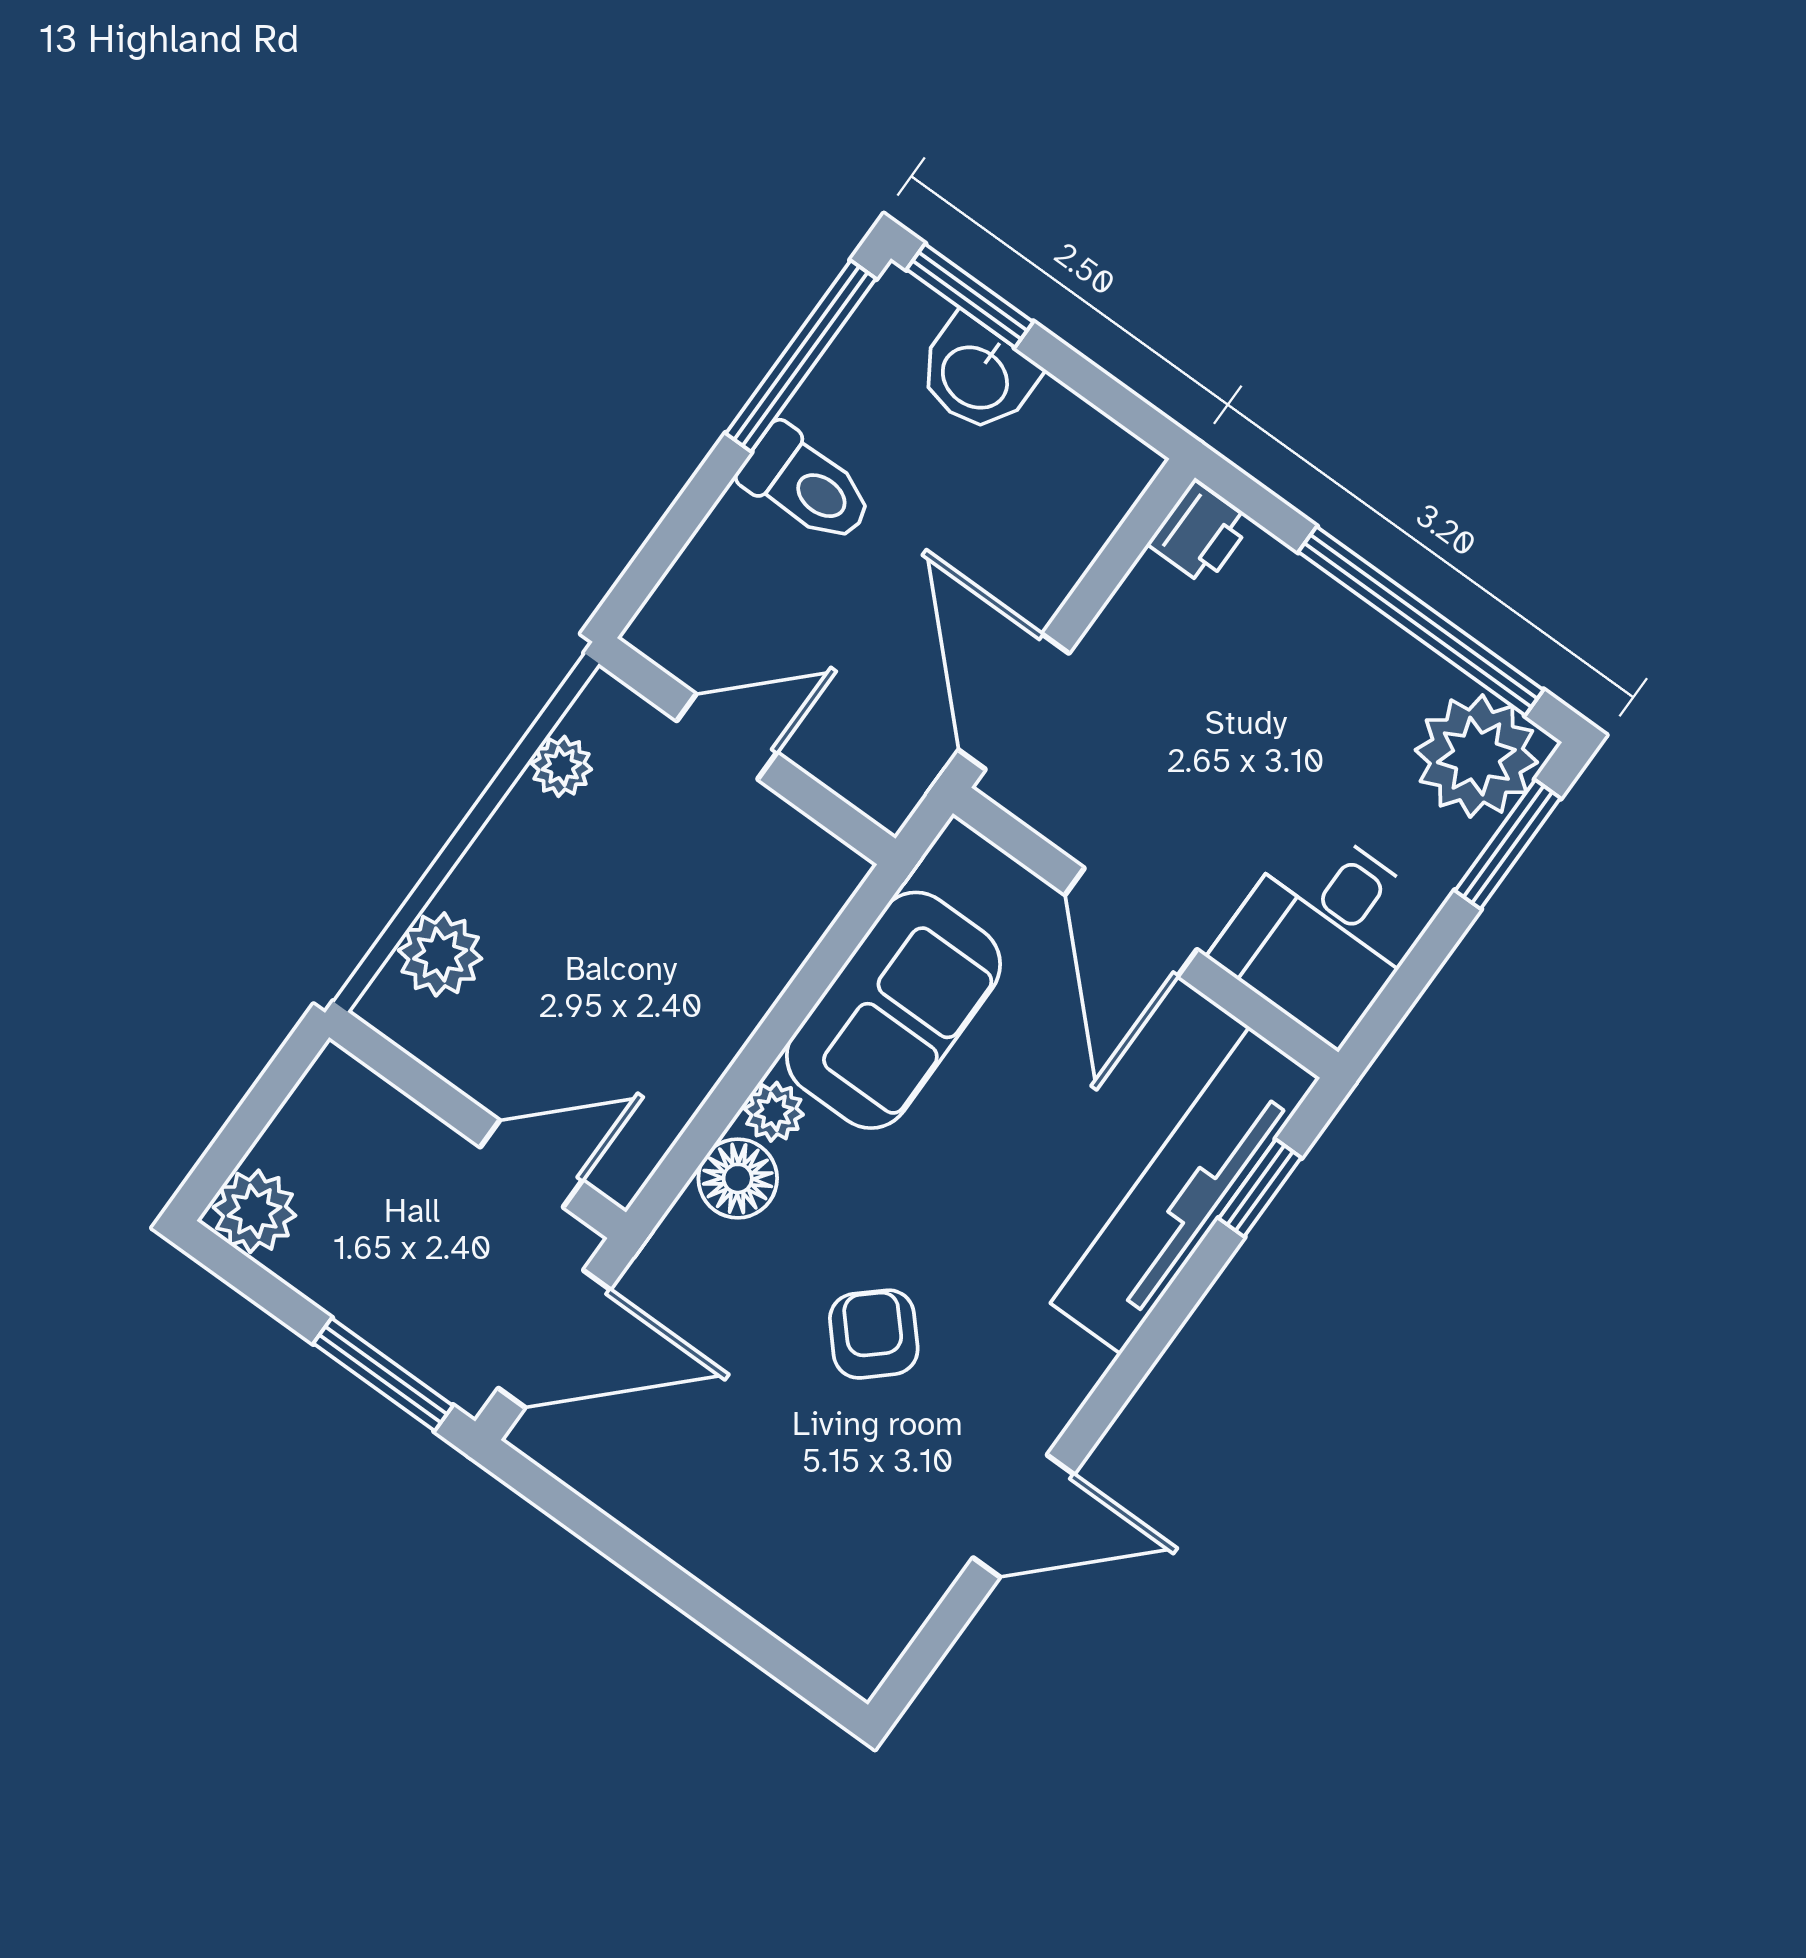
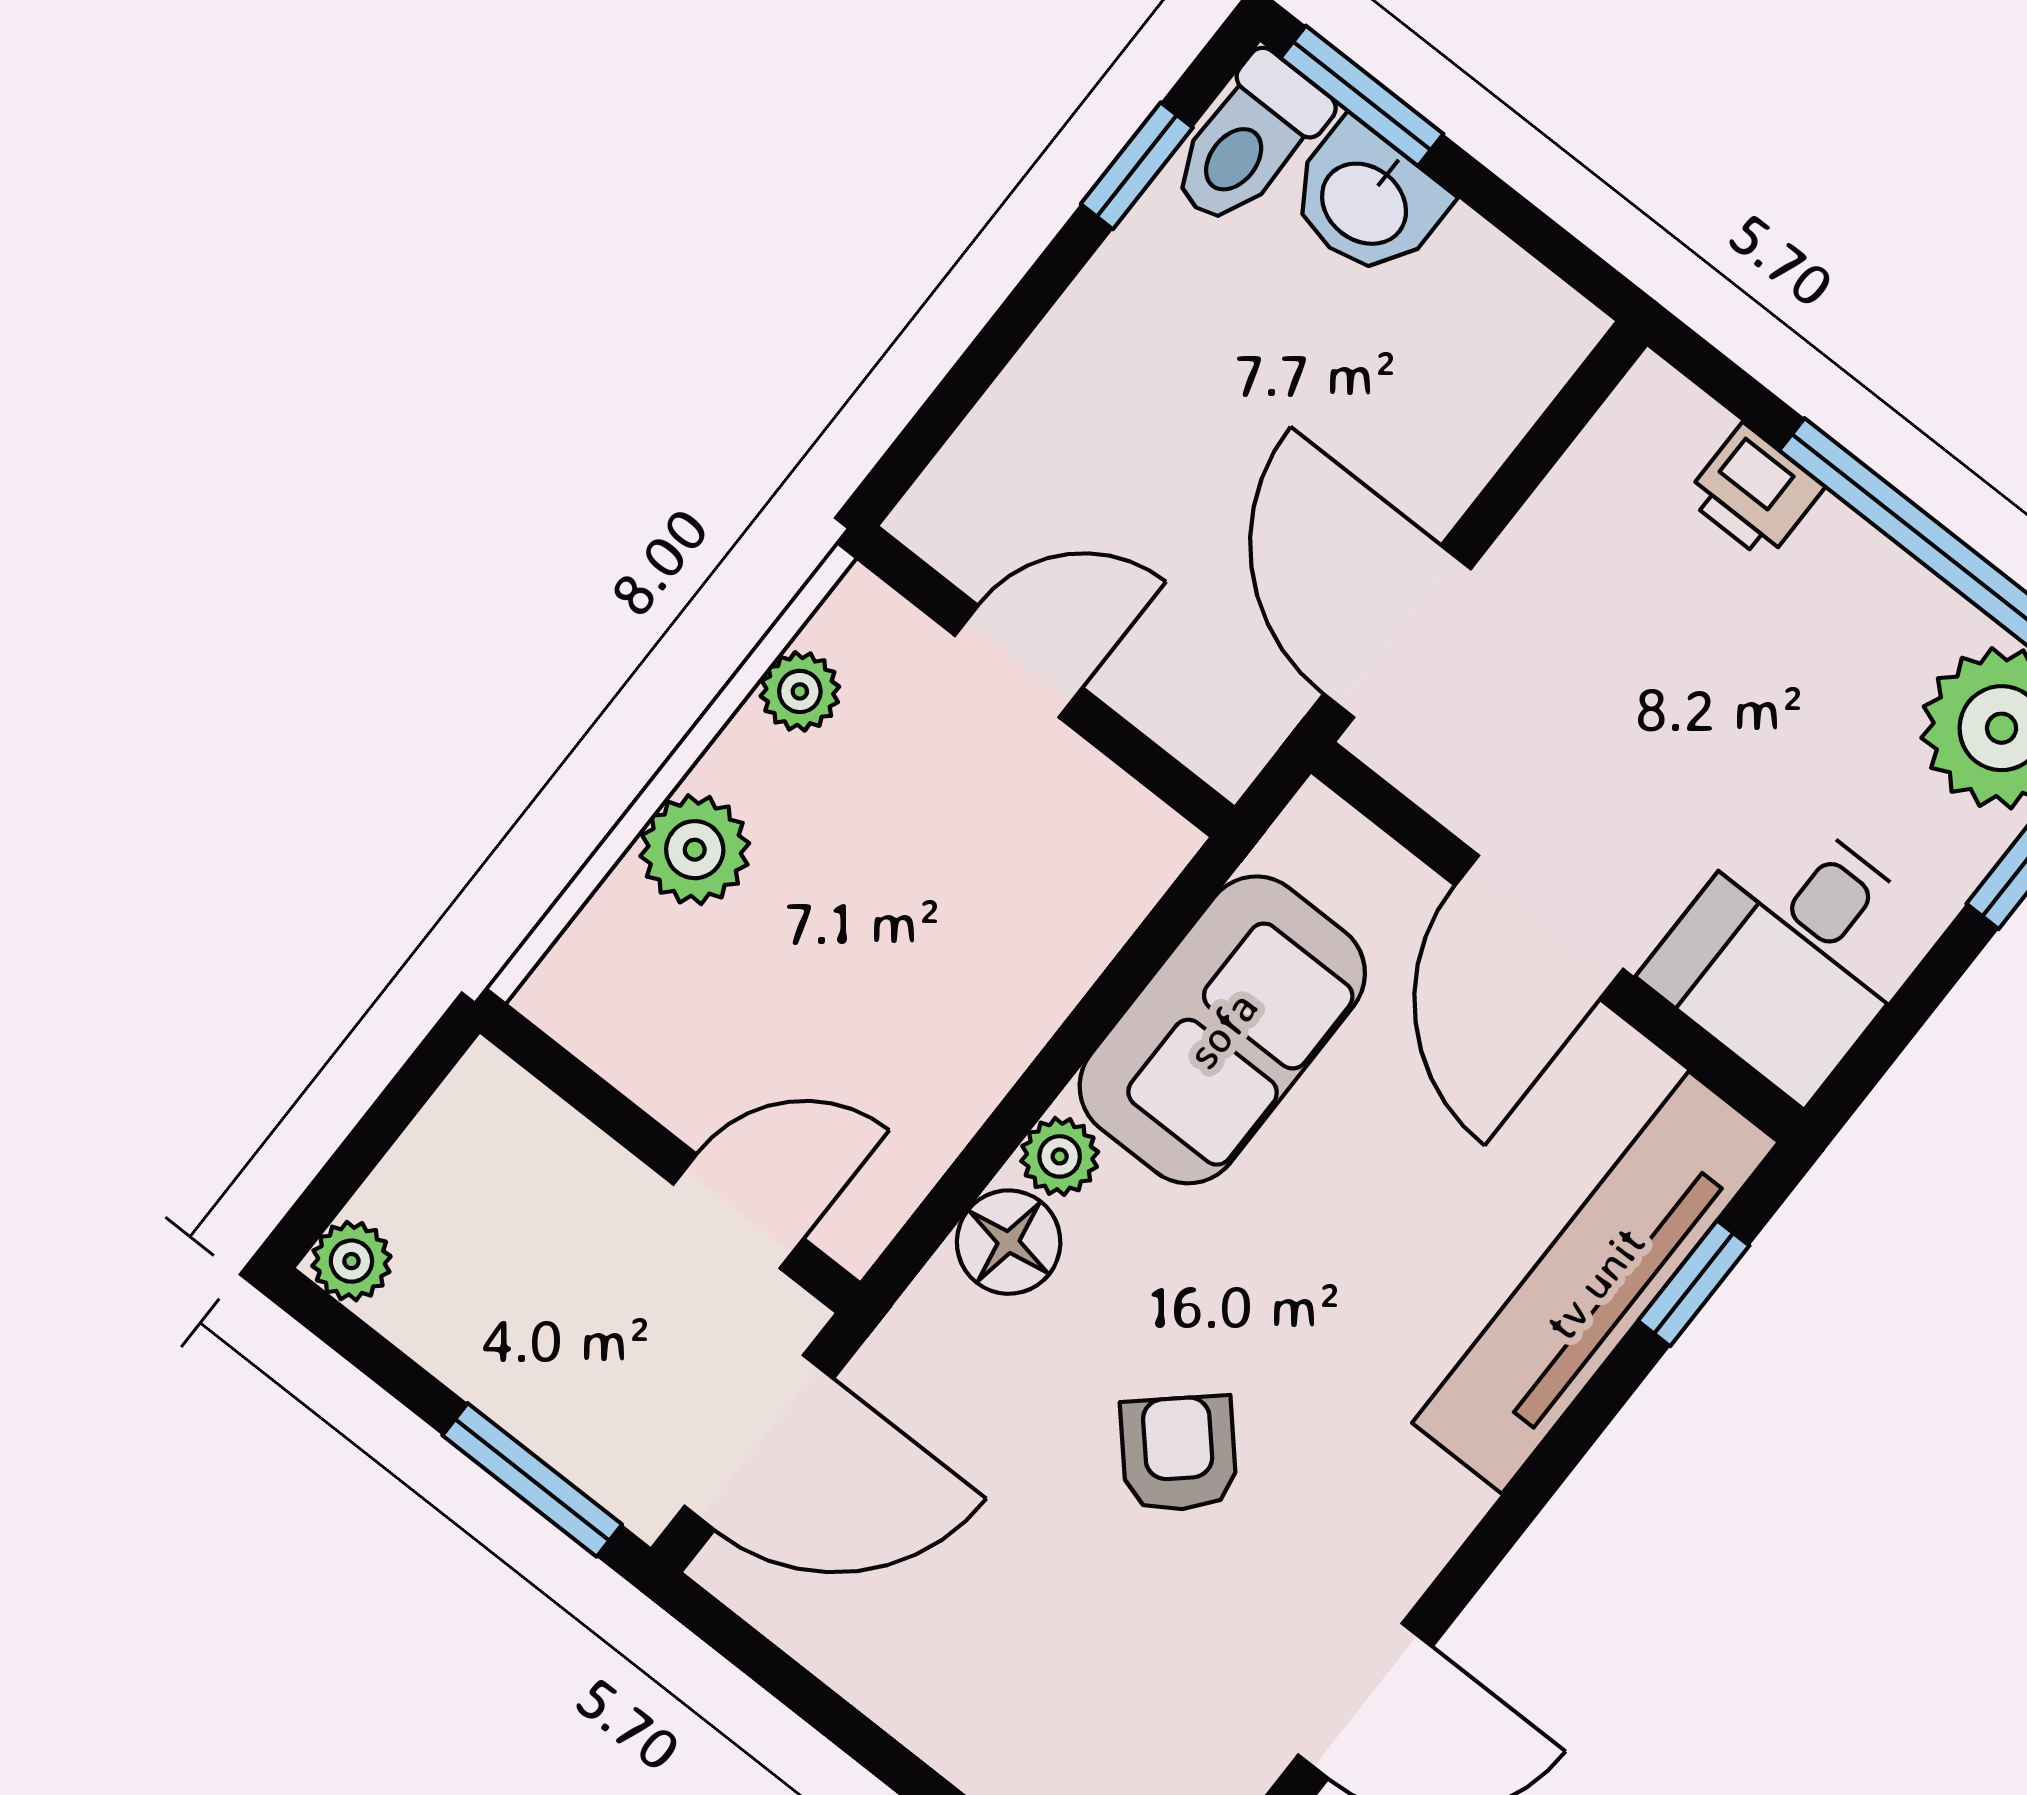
window: (801, 356) -> (1137, 166), width x0.46
toilet: (807, 485) -> (1248, 141), moved, turned 90
printer: (1200, 533) -> (1755, 492), moved, turned 90
plant: (440, 954) -> (695, 850), moved
plant: (254, 1211) -> (351, 1261), width x0.73, depth x0.73

